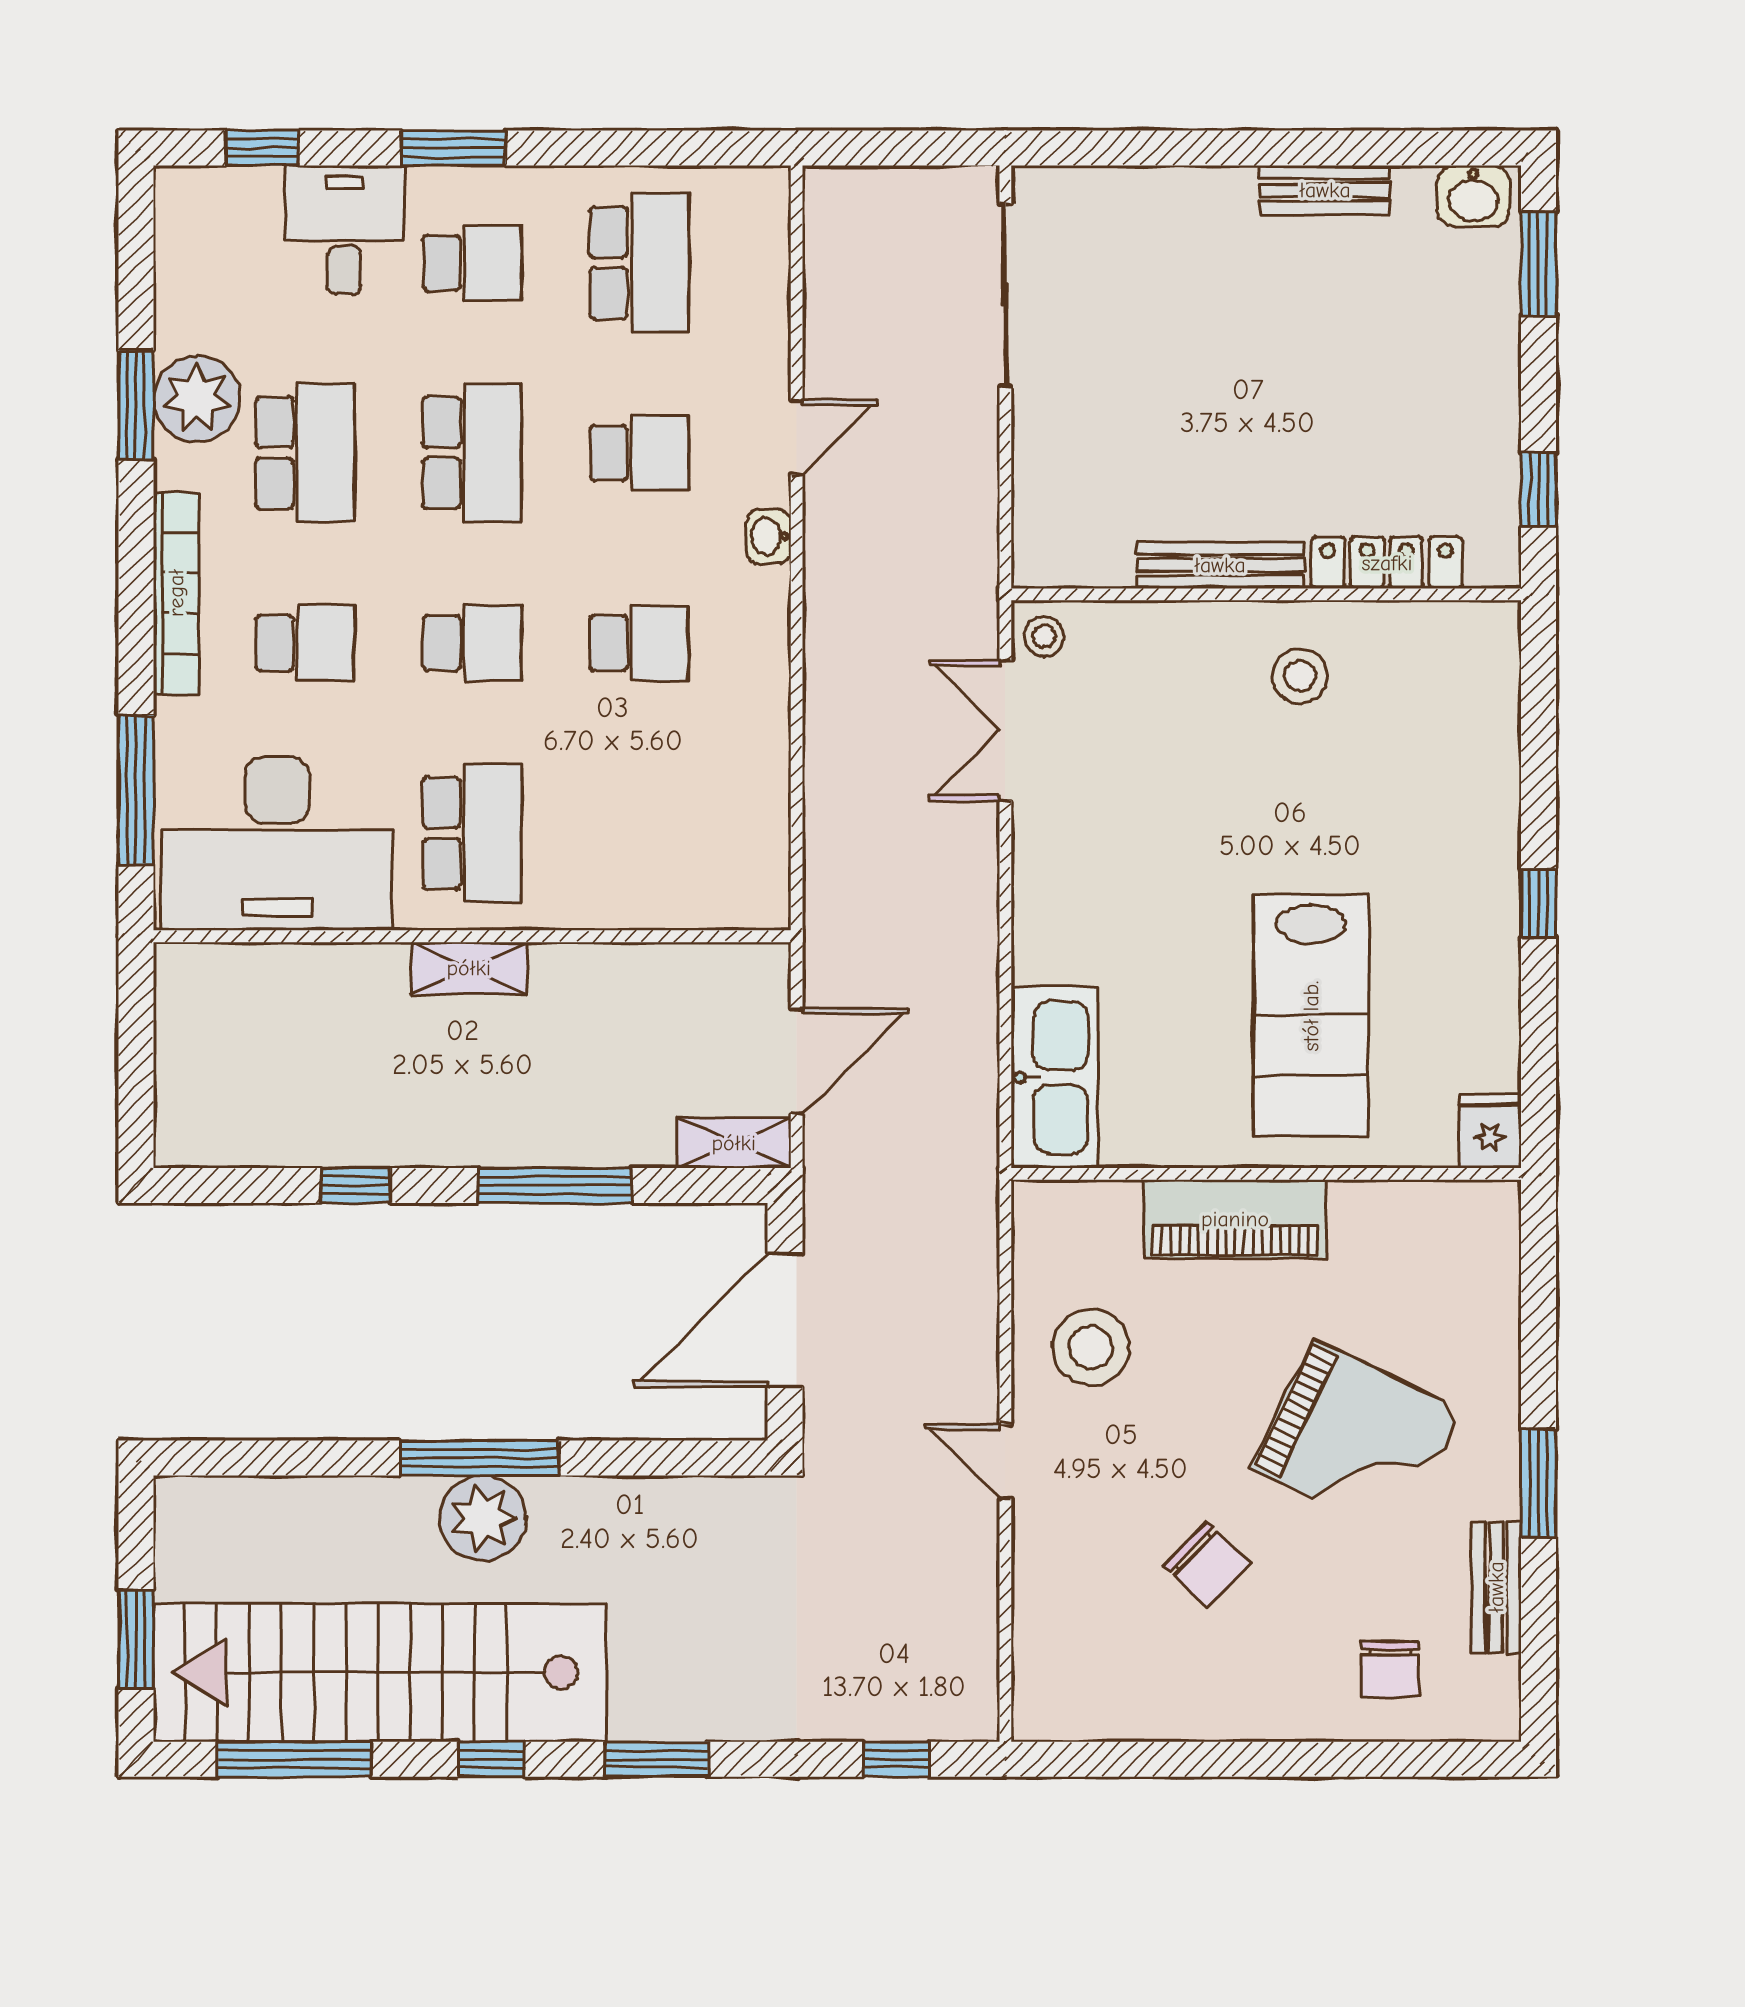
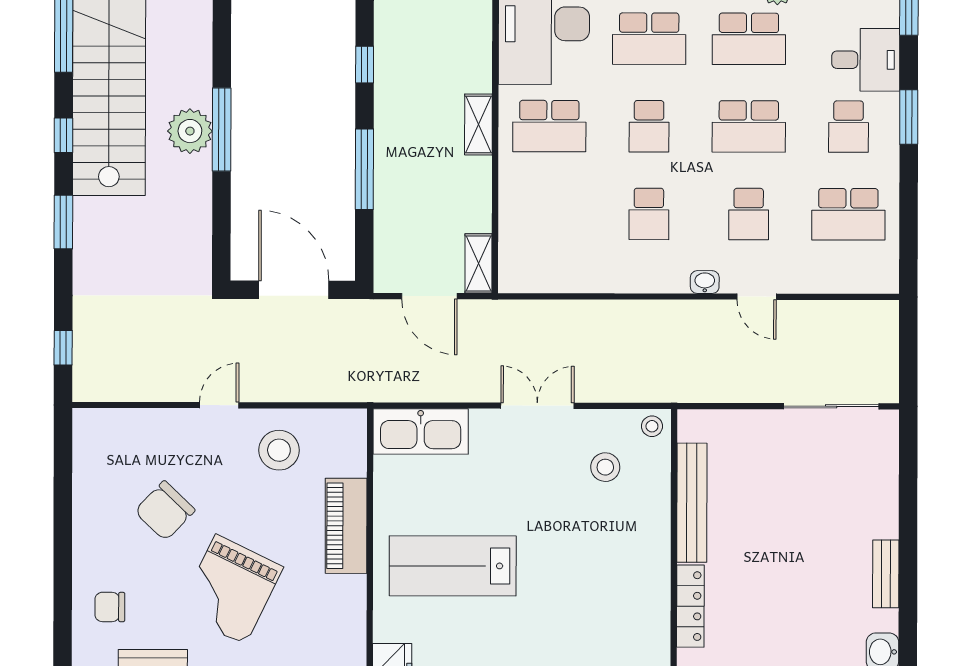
bench: (1220, 565) -> (692, 503), width x1.37, depth x1.21
school desk: (305, 643) -> (649, 39), width x1.85
stool: (1300, 676) -> (605, 467), moved
double door: (1005, 730) -> (537, 406), moved
shelving: (734, 1143) -> (479, 263), moved
chair: (1207, 1565) -> (165, 511), width x1.37, depth x1.37

